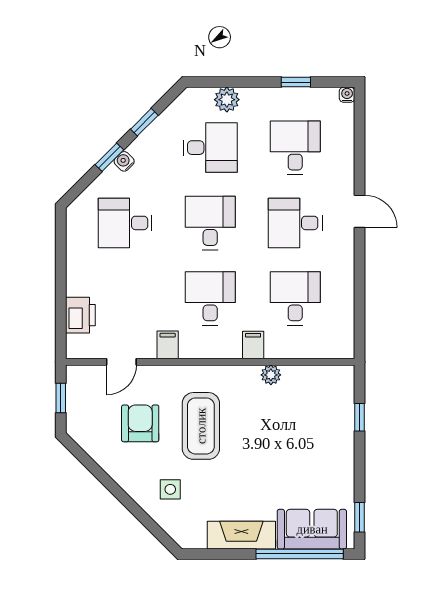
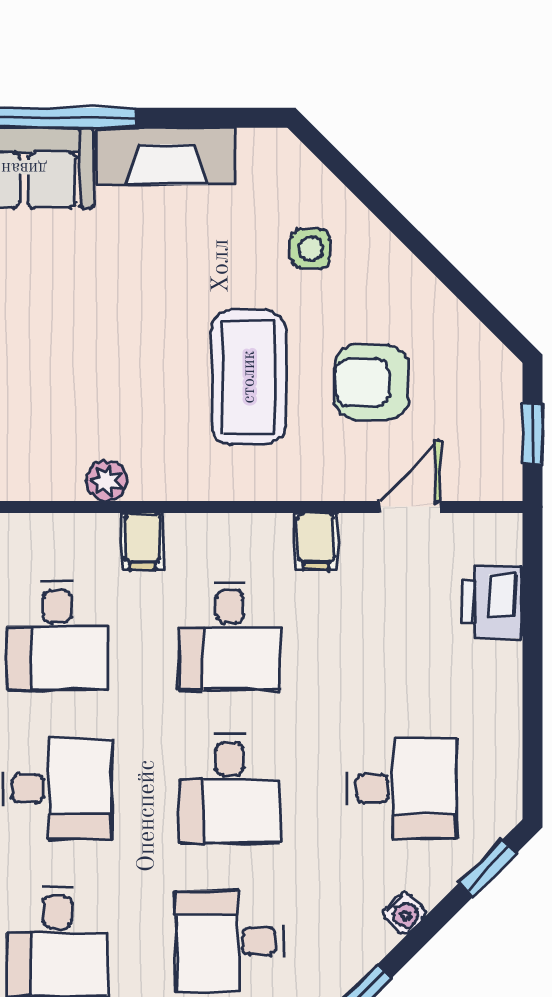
window: (109, 157) -> (488, 868), moved
armchair: (140, 423) -> (371, 382), turned 90

